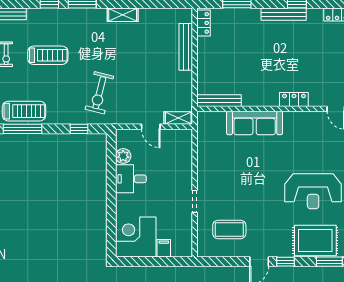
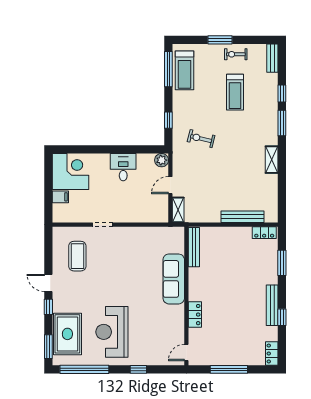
exercise bike: (99, 93) -> (201, 139), width x0.73, depth x0.72
plant: (123, 156) -> (162, 160), moved

